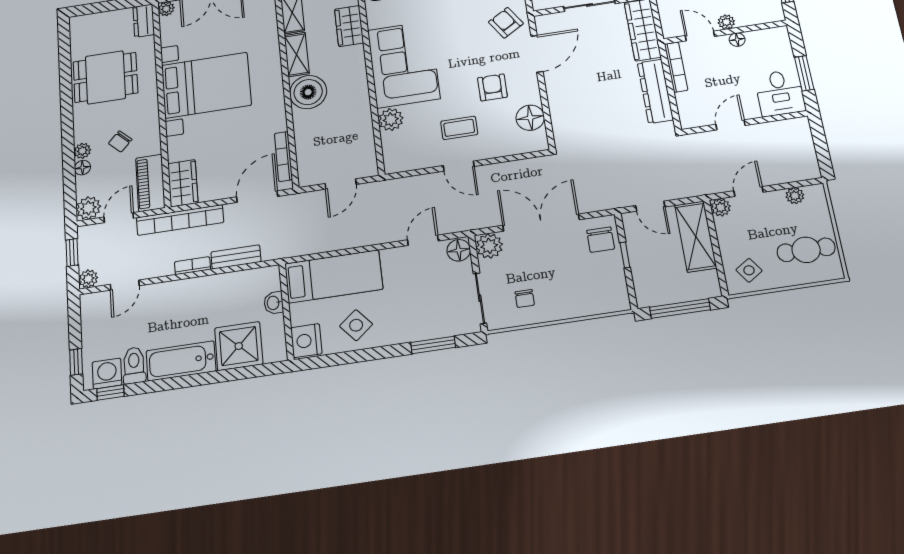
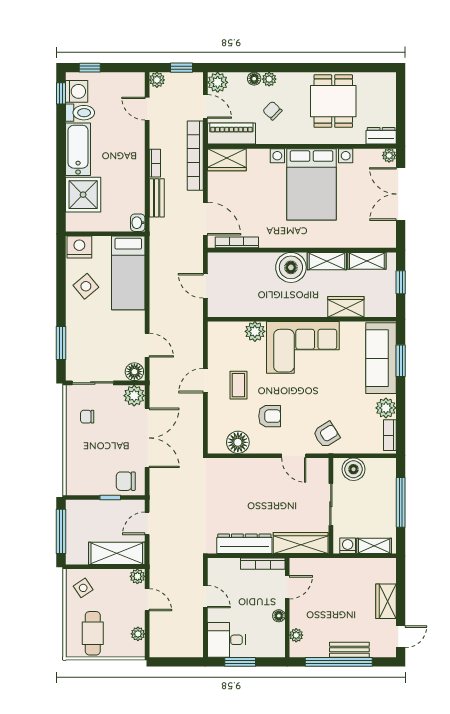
plant: (726, 22) -> (296, 635), moved
door: (537, 54) -> (294, 456), width x0.73
washbasin: (274, 303) -> (138, 223), moved, turned -90

